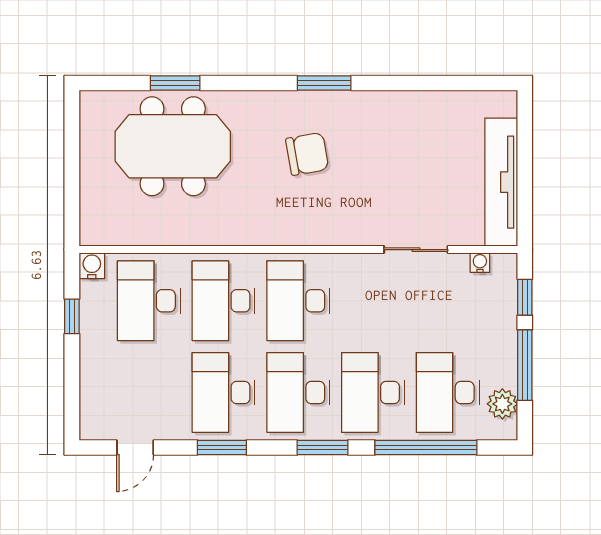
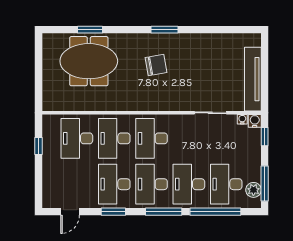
water cooler: (92, 266) -> (255, 121), moved
window: (525, 365) -> (265, 184), moved
window: (322, 447) -> (164, 212), width x1.44

